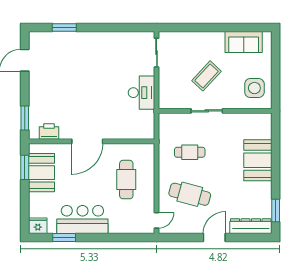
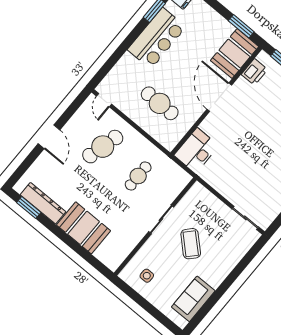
side table: (254, 88) -> (147, 276), width x0.54, depth x0.54
desk: (141, 93) -> (196, 150), moved, turned 90
booth: (41, 173) -> (235, 54), moved, turned 90
dresser: (251, 226) -> (43, 203), moved, turned -90

